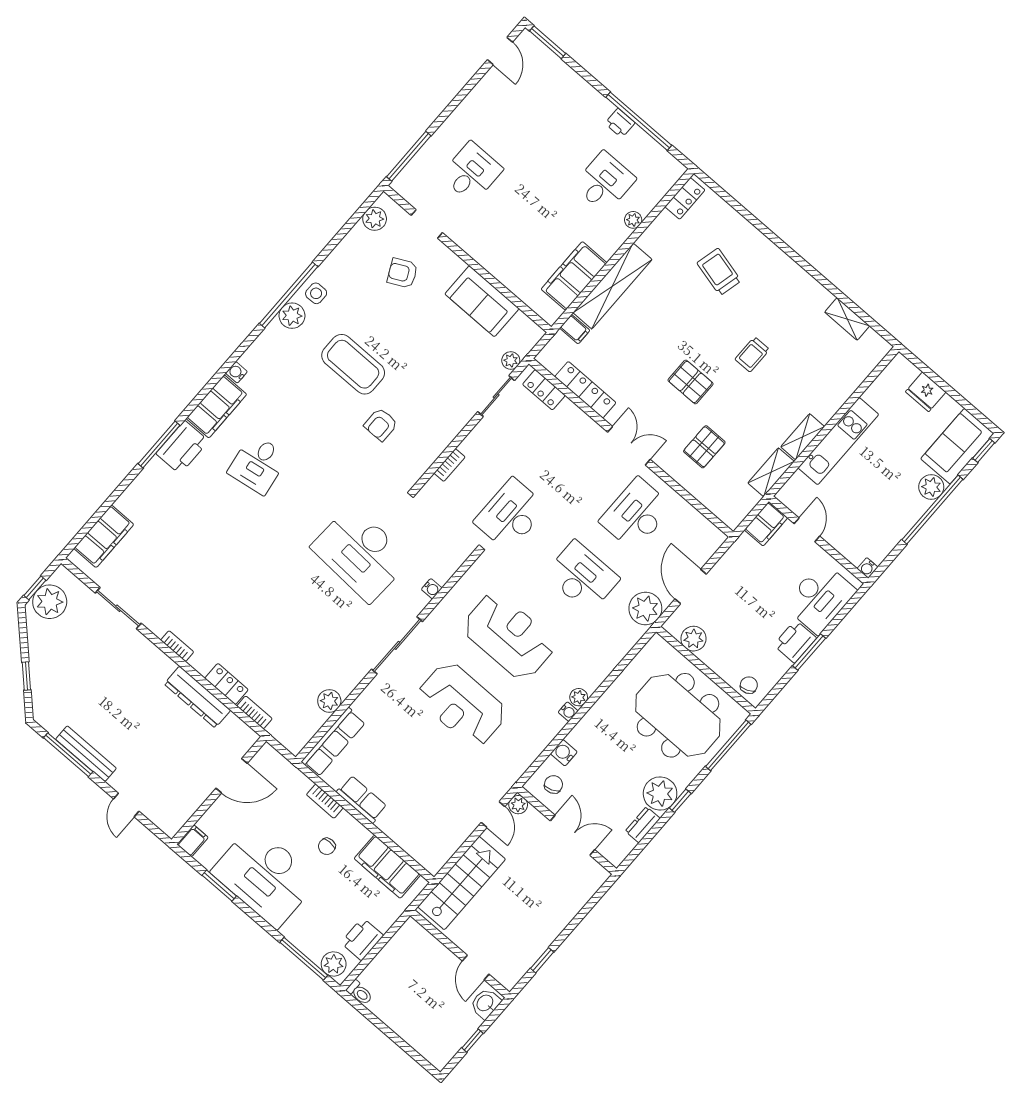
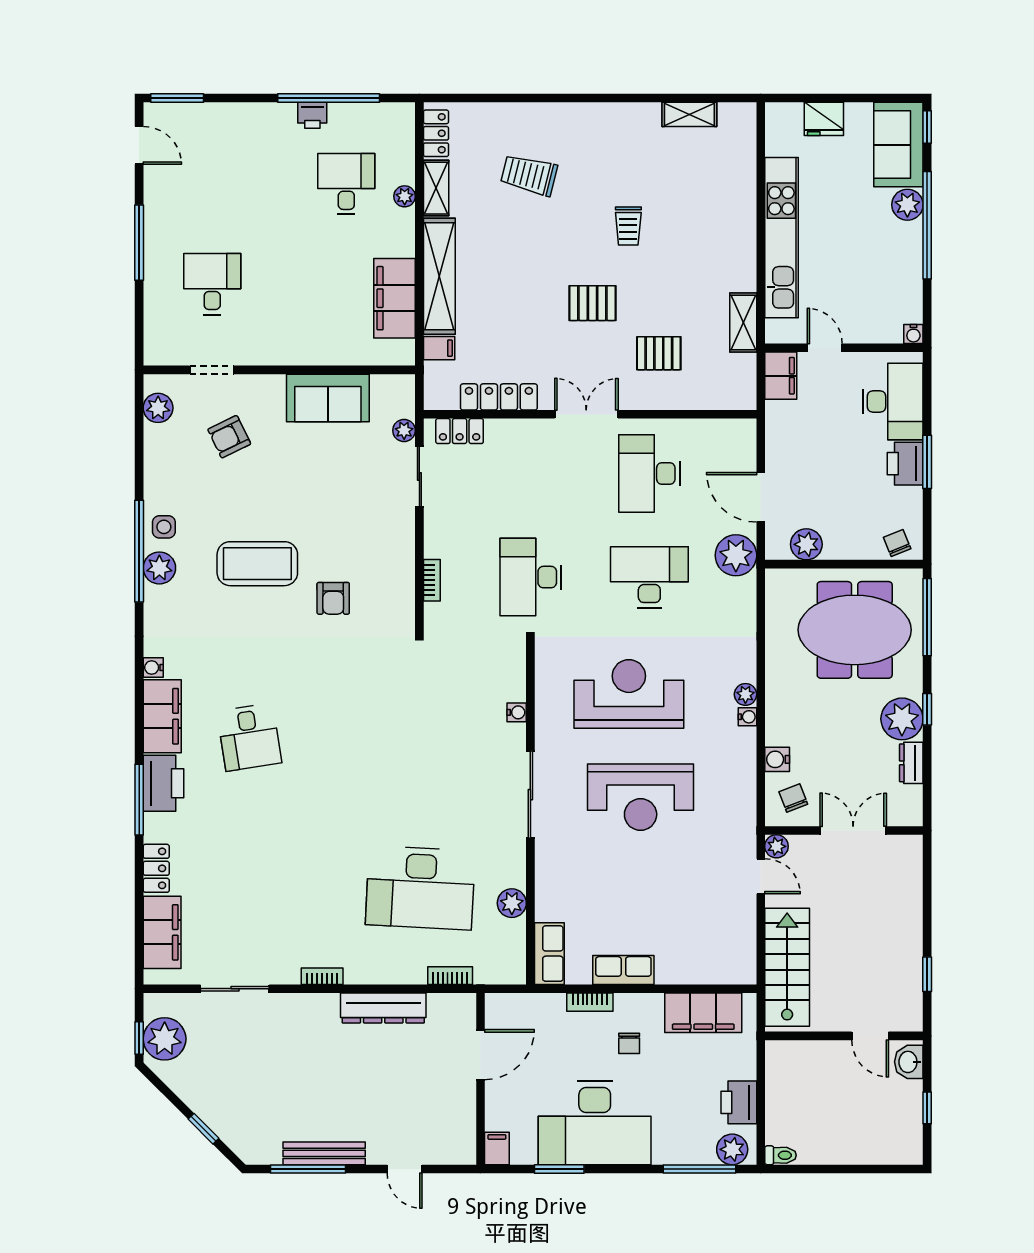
window: (409, 156) -> (139, 243), moved
shelving: (803, 437) -> (436, 188), moved
kitchen unit: (838, 441) -> (781, 238), width x1.36
pallet: (704, 447) -> (659, 353), turned 90
desk: (361, 553) -> (420, 888), moved
locker: (226, 684) -> (156, 868), moved, turned 90
row of seats: (333, 742) -> (549, 954), width x0.68

